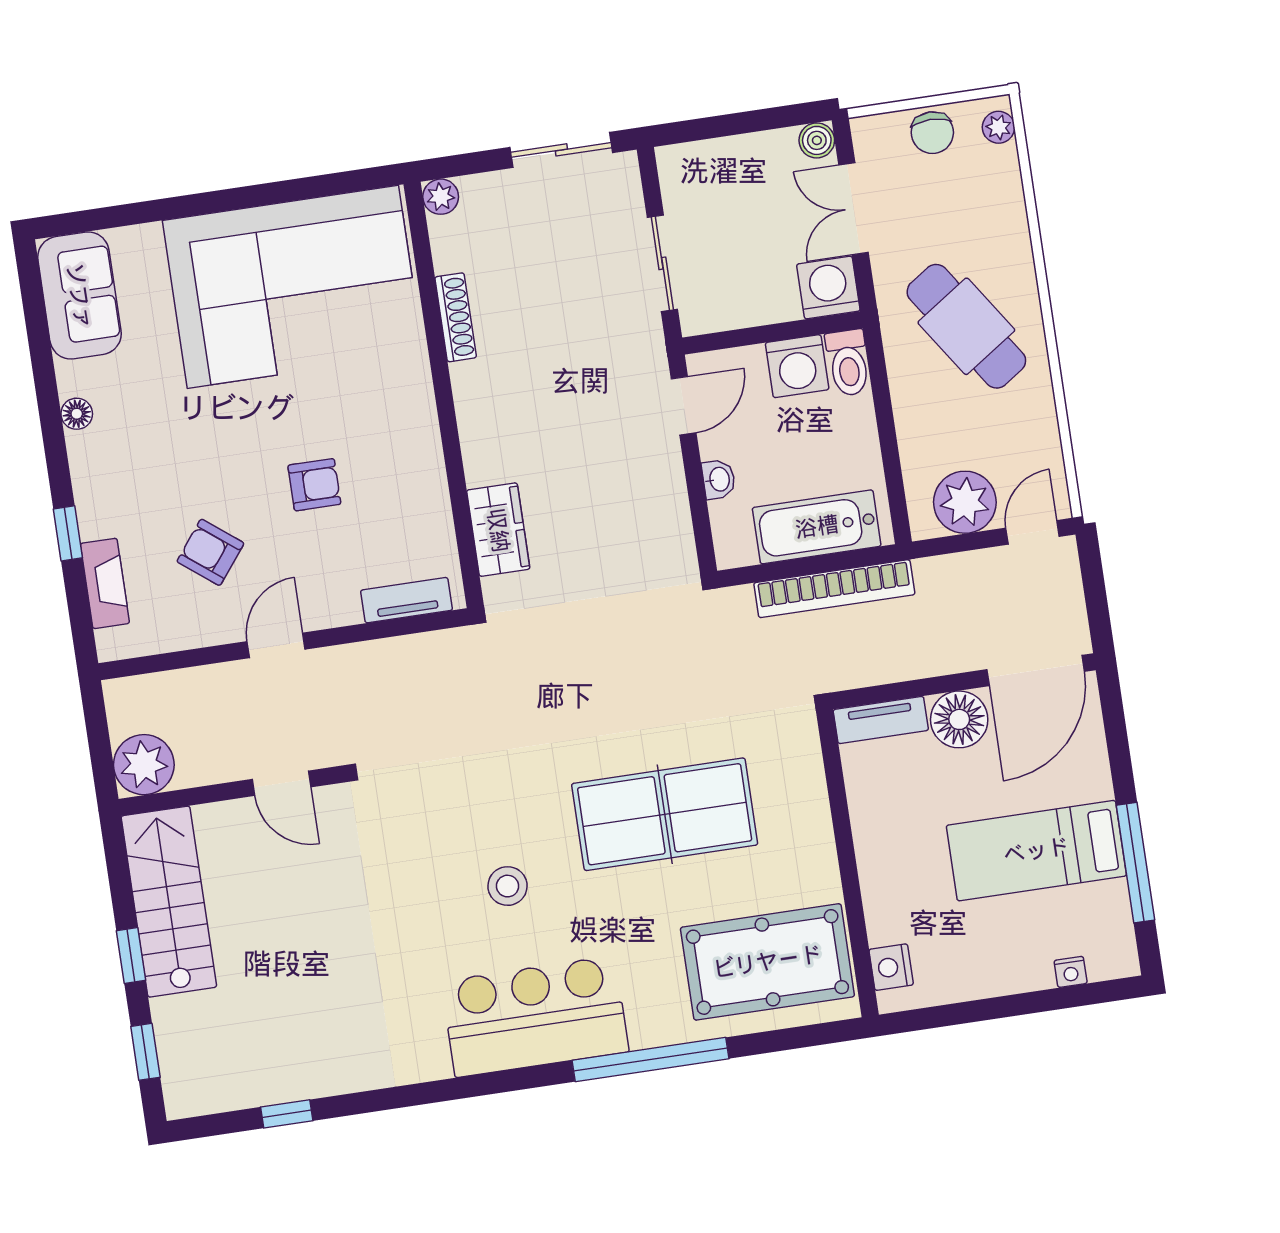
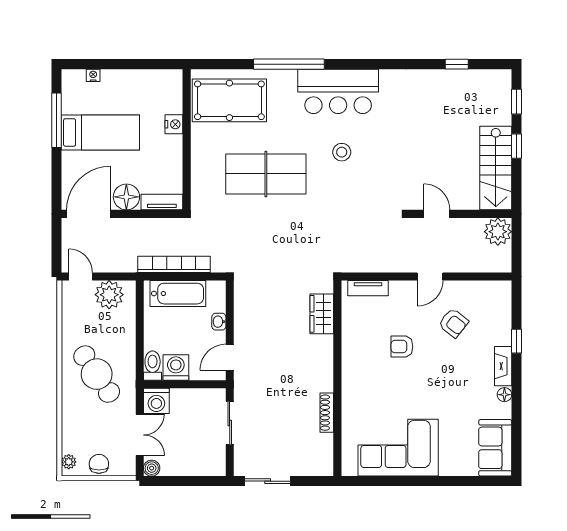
plant: (441, 197) -> (325, 468), removed
corner sofa: (293, 287) -> (398, 448), width x0.73, depth x0.74
door: (1033, 532) -> (81, 277), swing flipped
fireplace: (105, 583) -> (503, 366), moved
nightstand: (891, 967) -> (174, 124), moved

